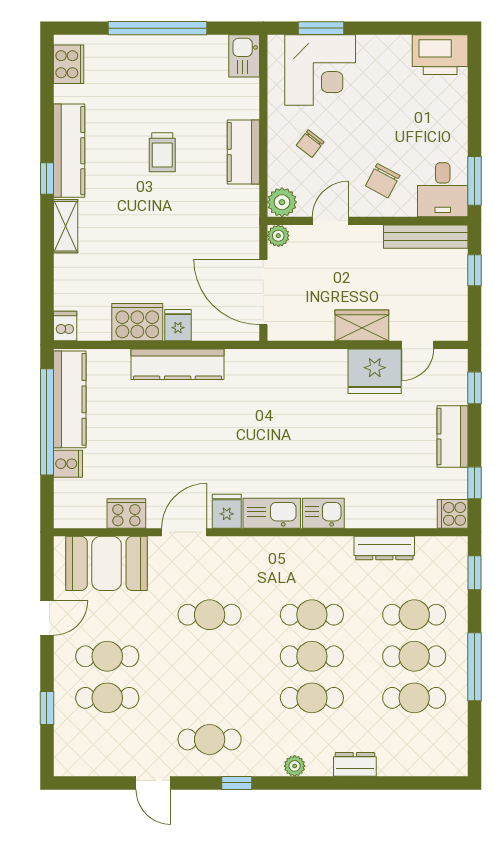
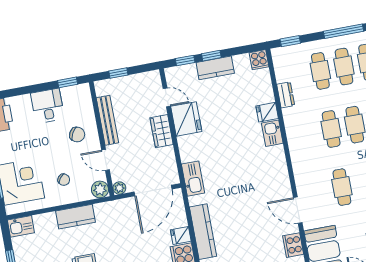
window: (475, 181) -> (68, 82), width x0.67
desk: (443, 190) -> (48, 106), moved, turned -90
bench: (426, 237) -> (107, 120), moved
window: (475, 483) -> (211, 56), moved
fridge: (227, 511) -> (267, 112), moved
kitchen sink: (272, 513) -> (193, 179), moved, turned 180
dresser: (384, 548) -> (286, 95), width x0.70

